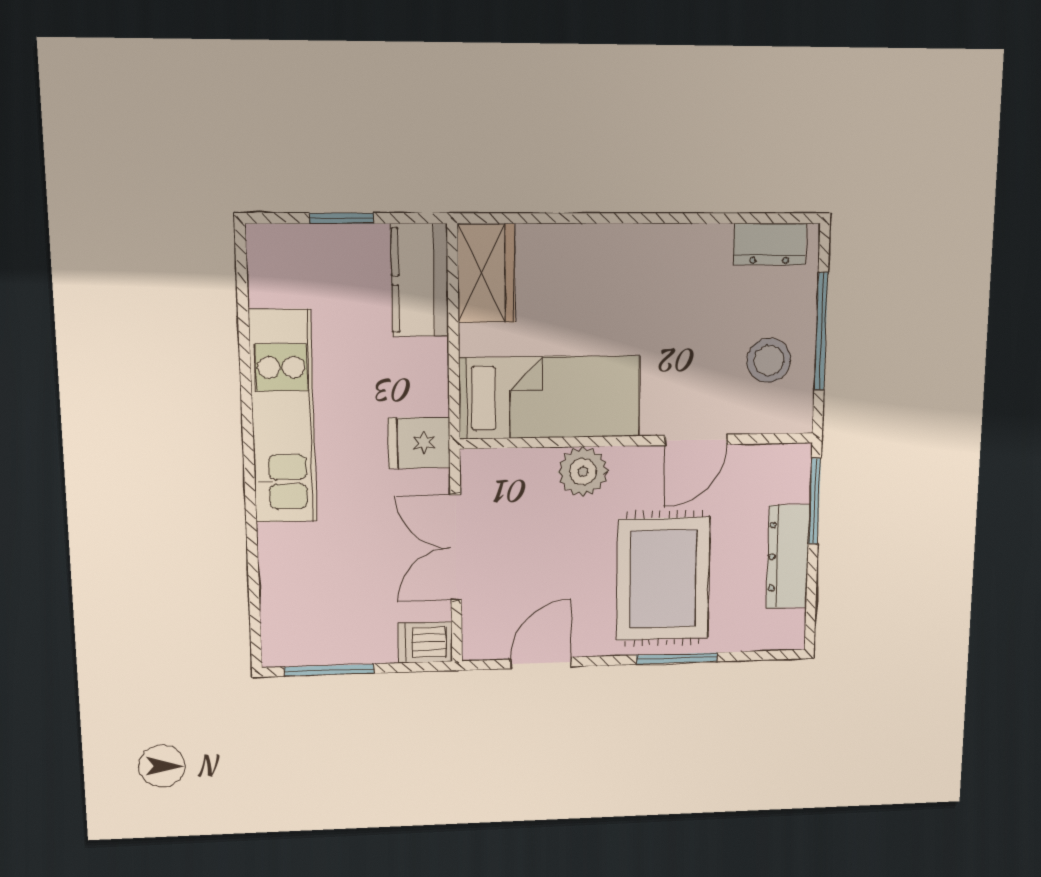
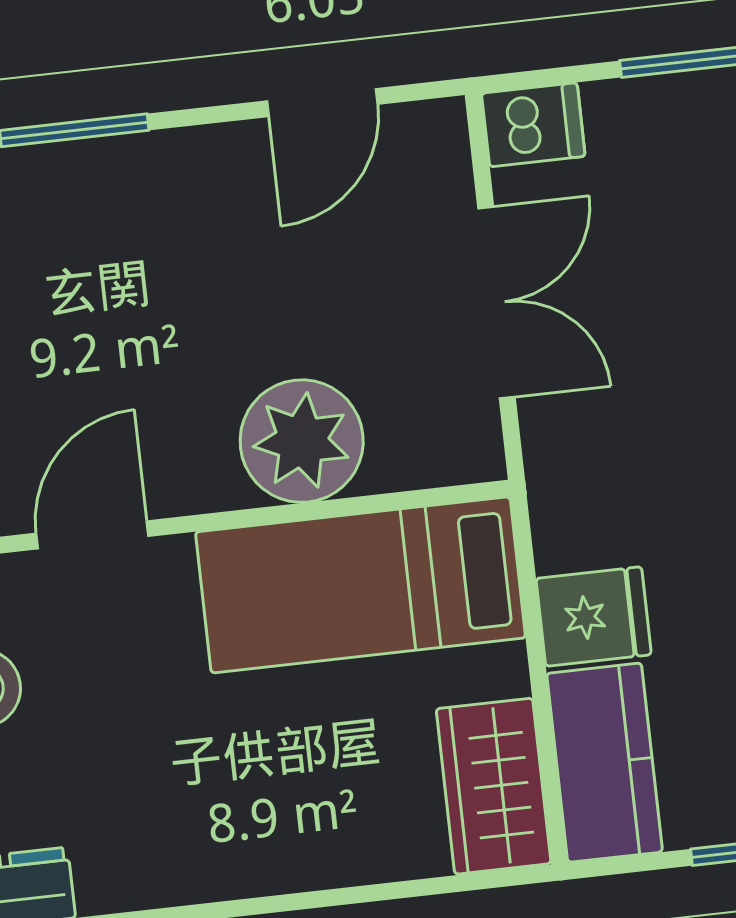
fridge: (419, 443) -> (594, 617), moved
plant: (583, 472) -> (302, 441), width x1.36, depth x1.36
rug: (663, 579) -> (118, 277), removed

